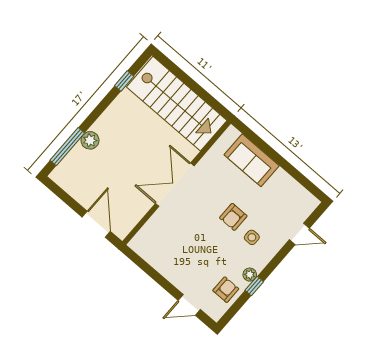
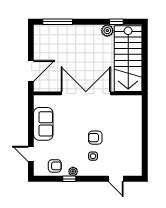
plant: (90, 140) -> (107, 31), moved
sofa: (252, 160) -> (43, 124), moved, turned 180
double door: (175, 185) -> (86, 93), width x1.36

